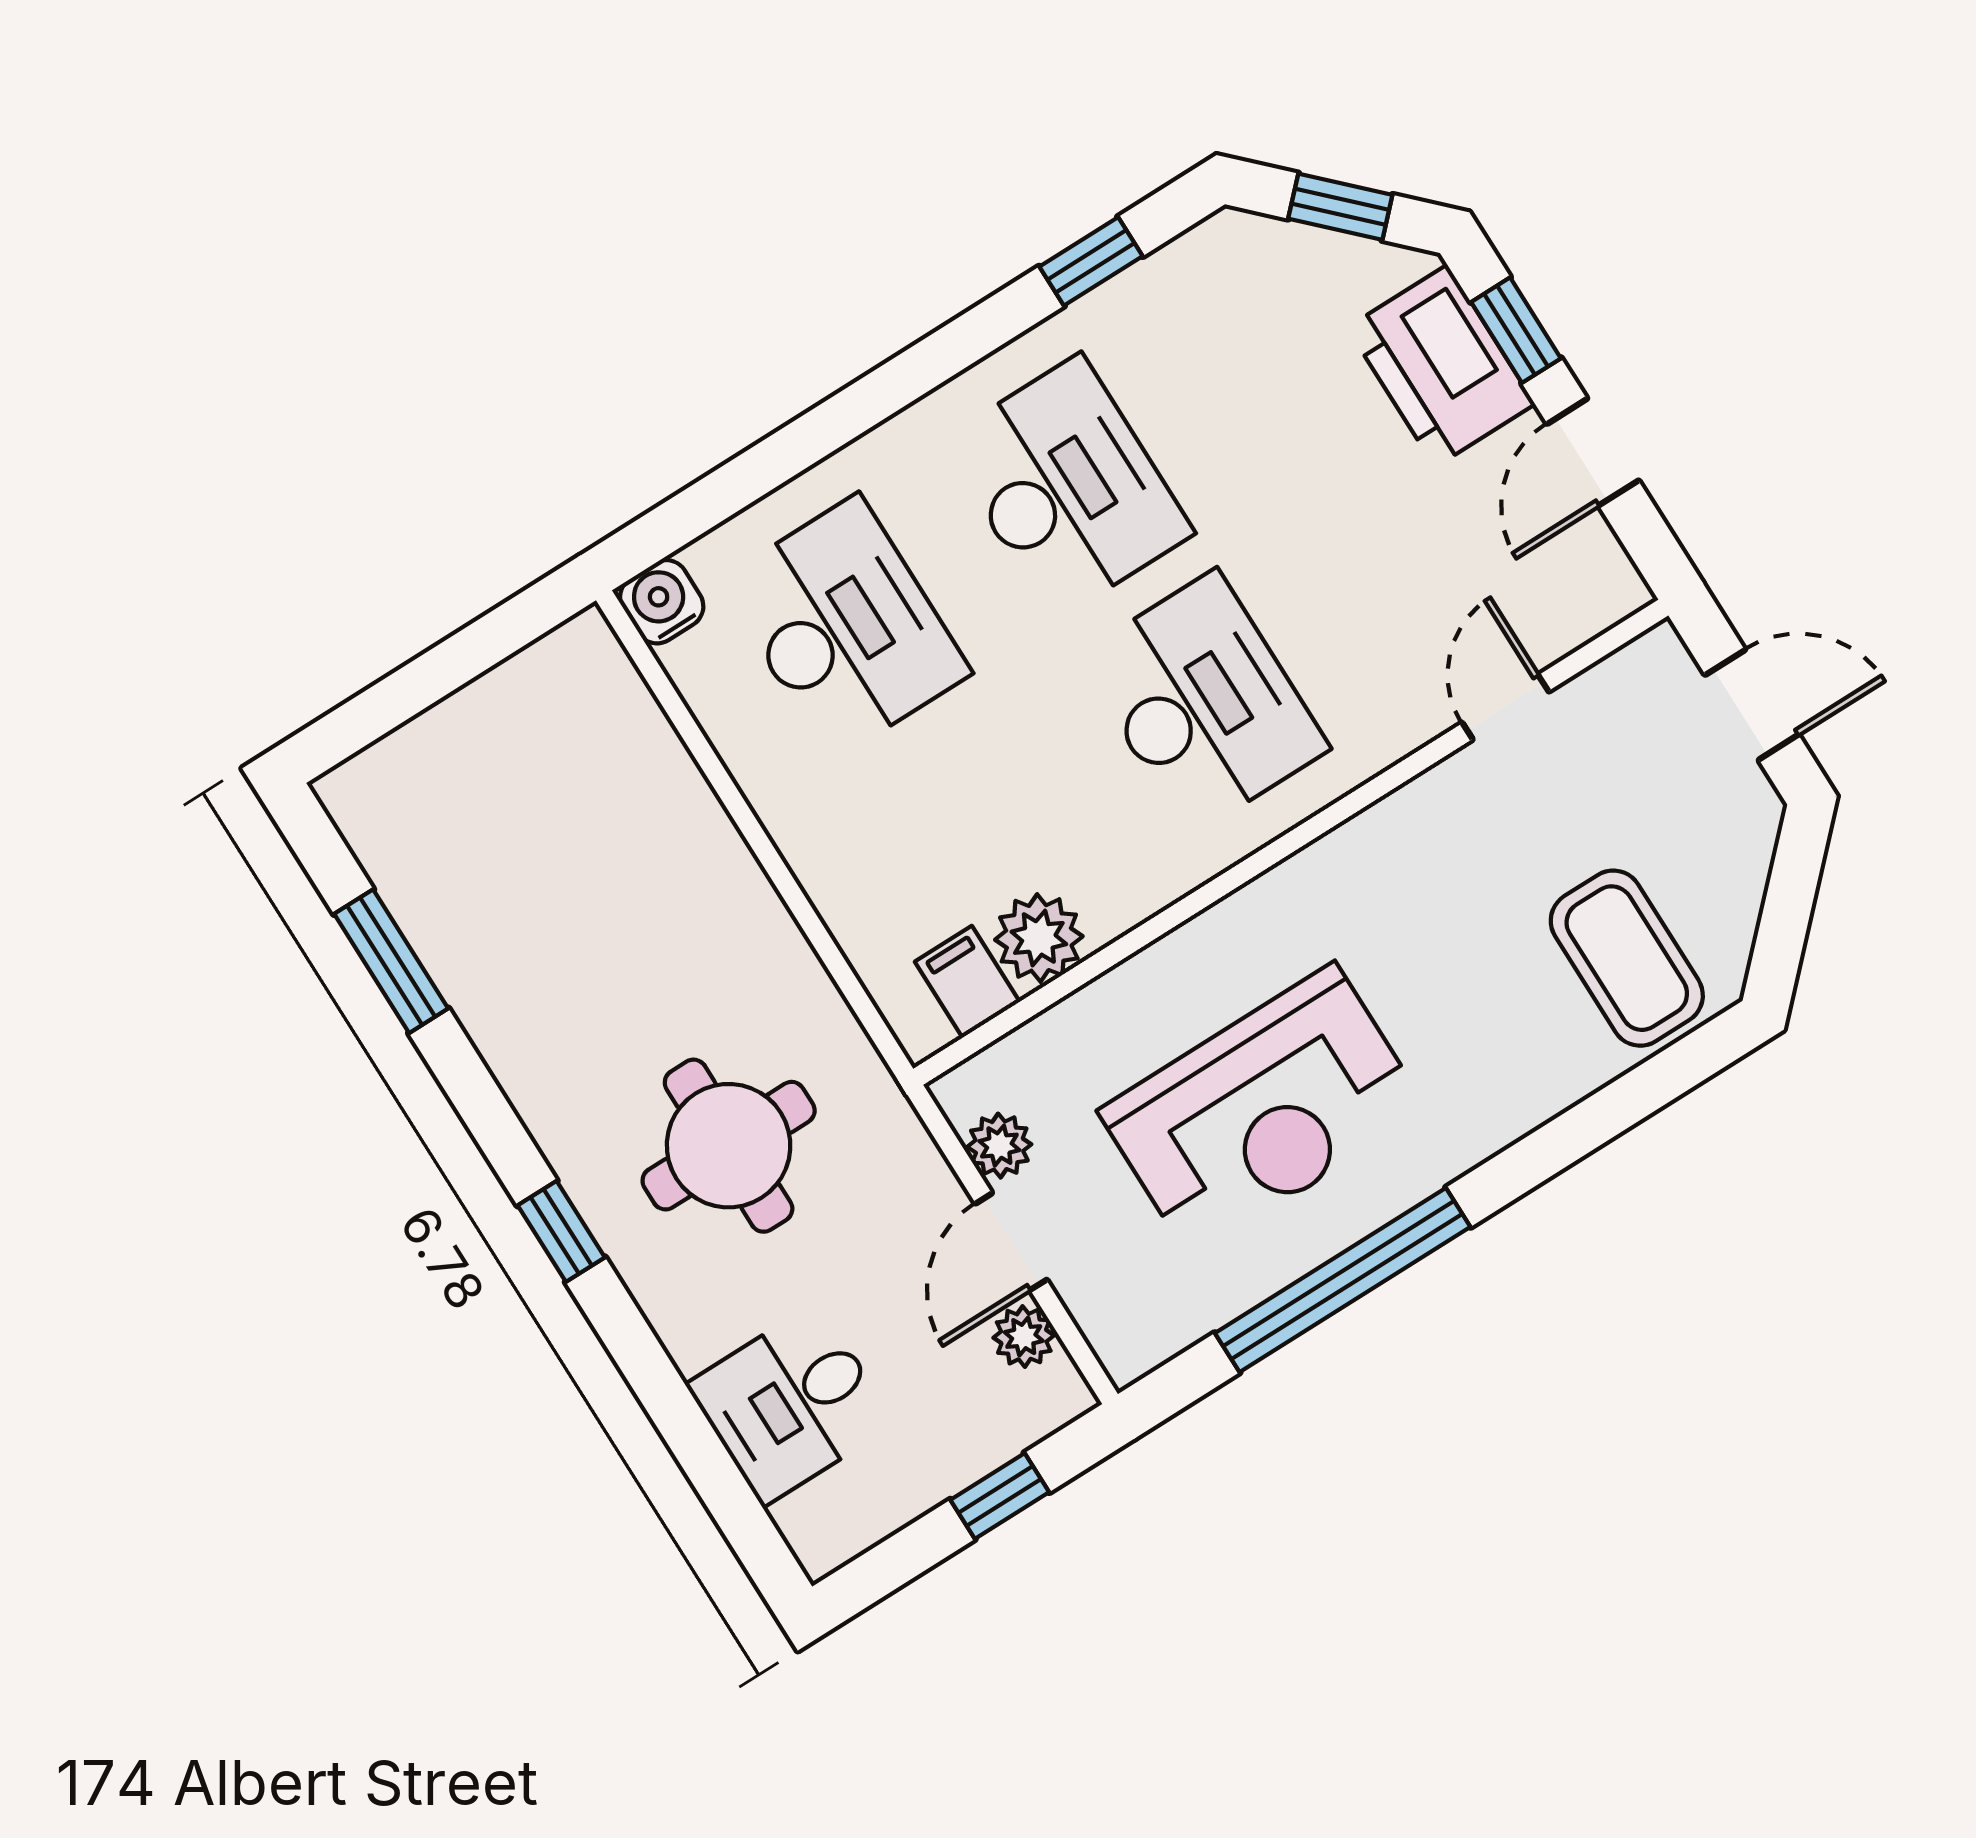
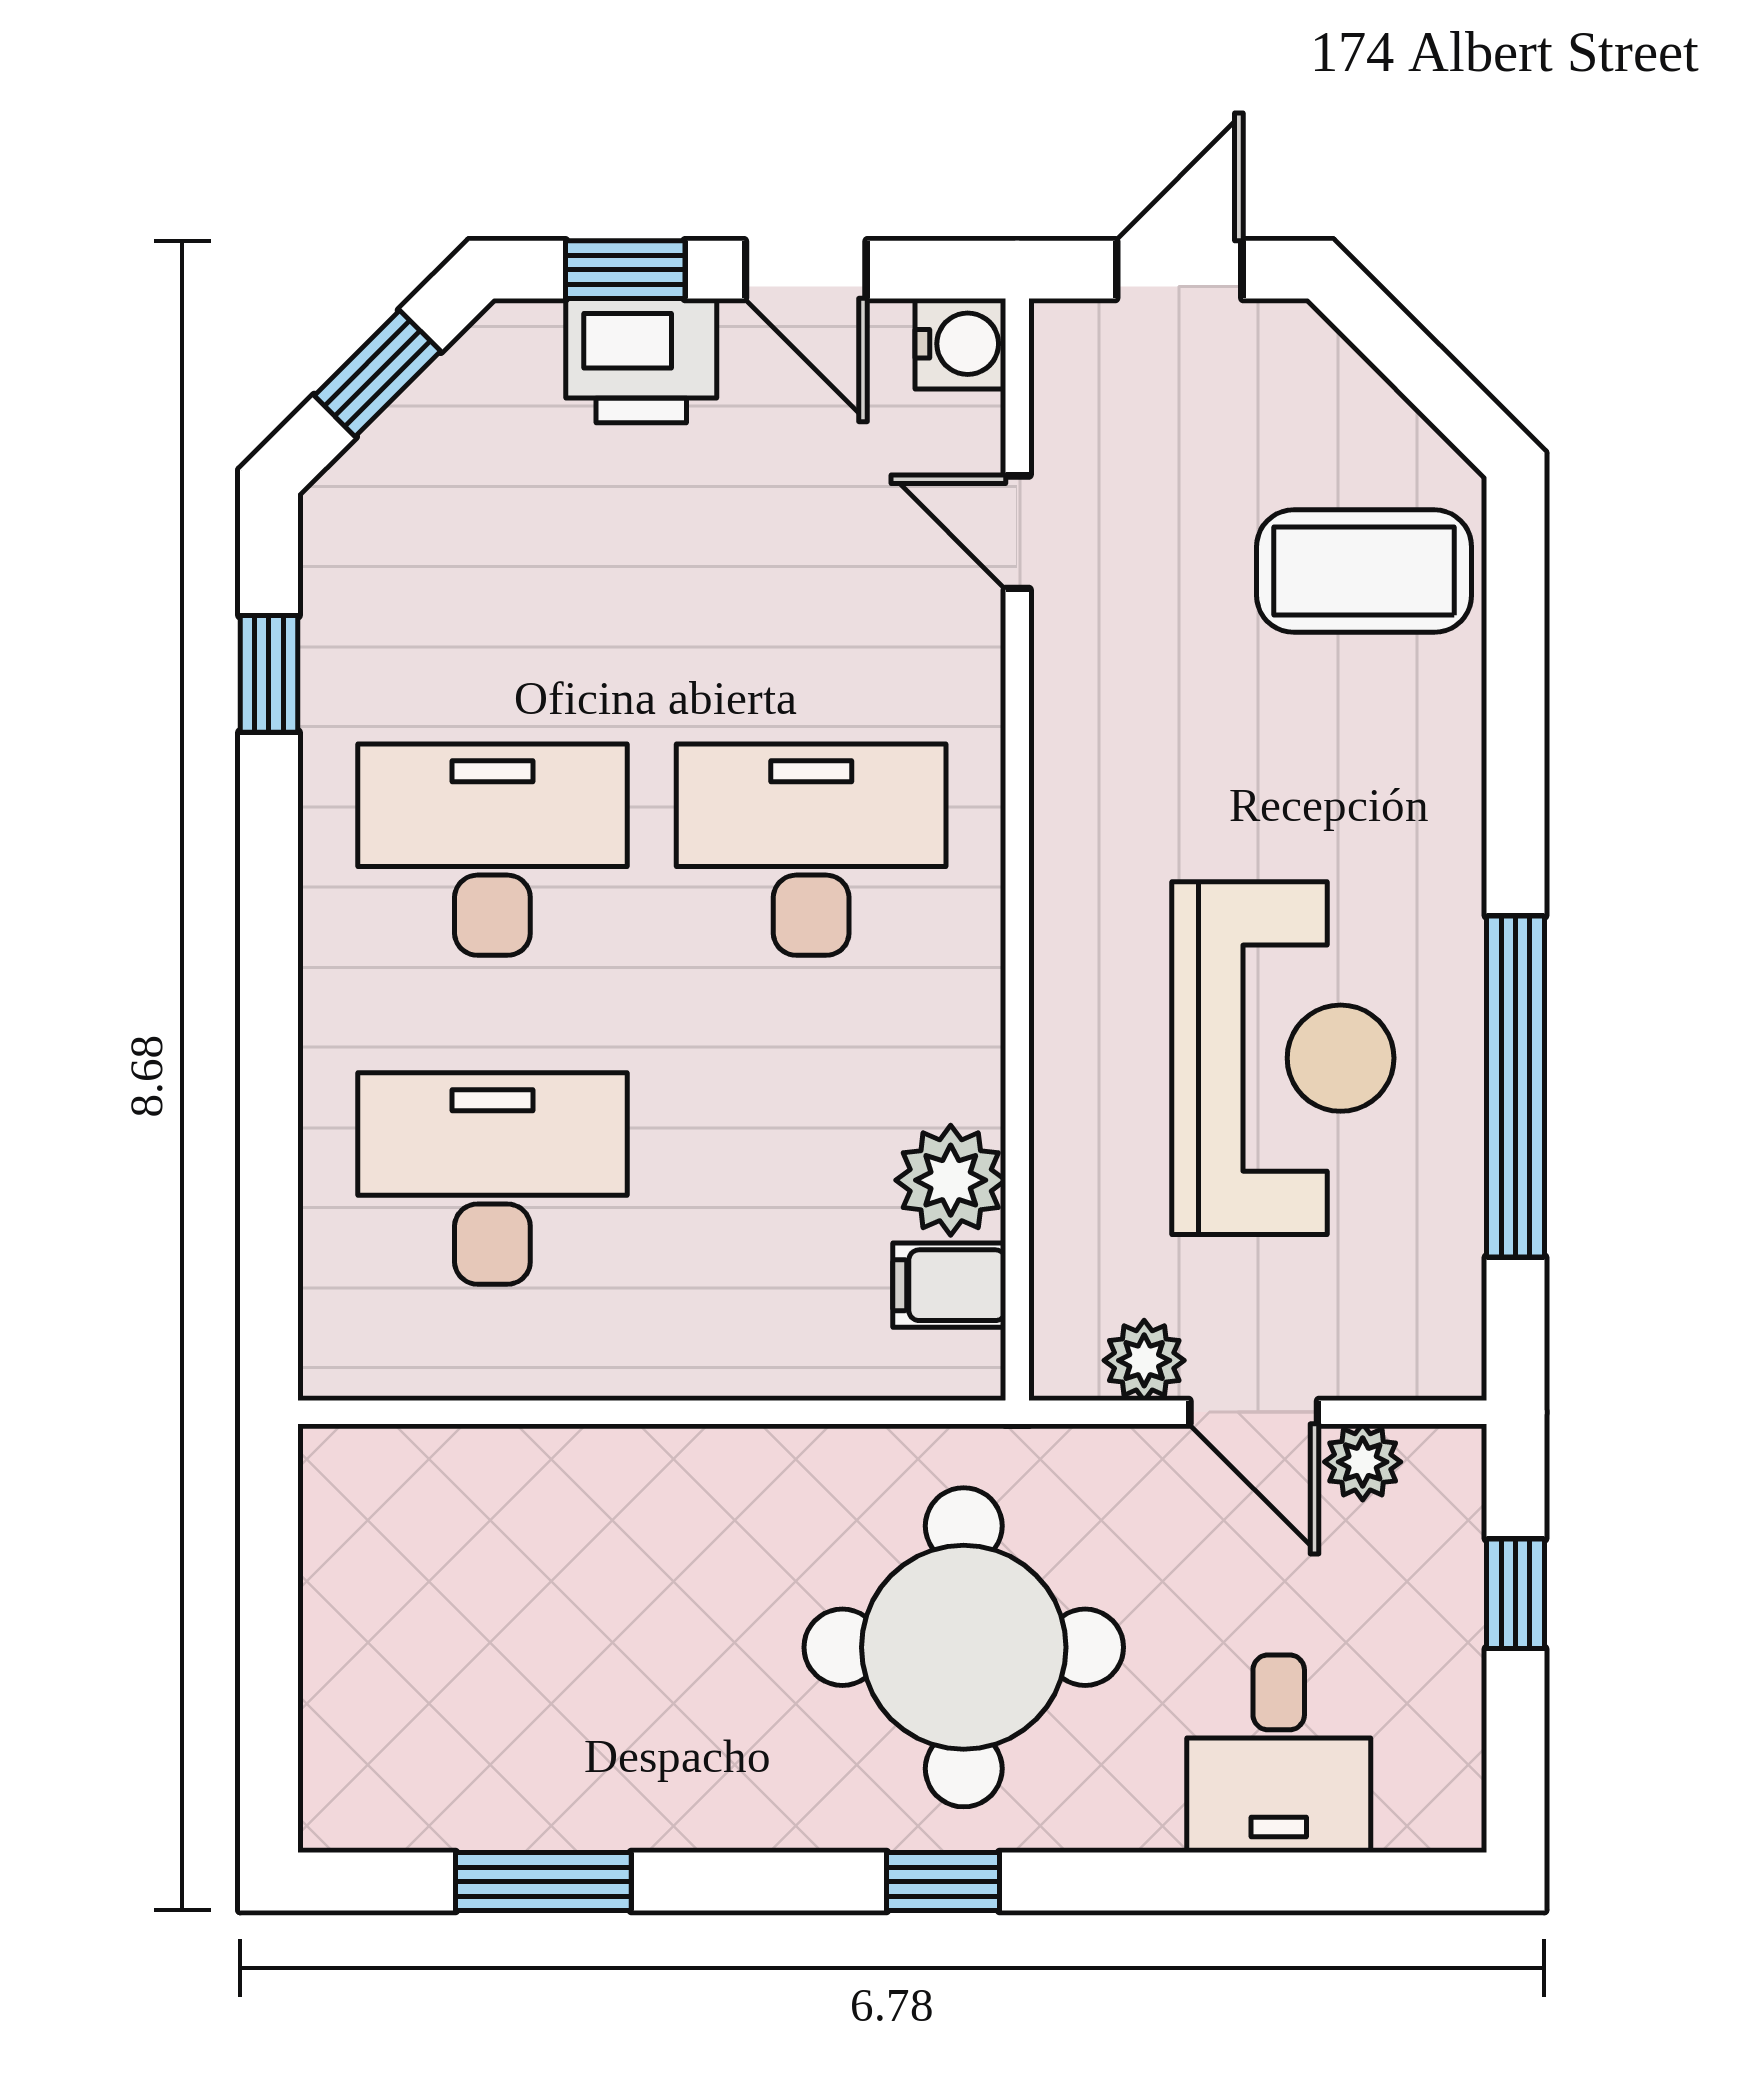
printer: (1441, 366) -> (641, 361), width x0.73, depth x0.84
water cooler: (662, 602) -> (960, 344), moved, turned 180
round table: (729, 1146) -> (964, 1647), width x1.36, depth x1.36

